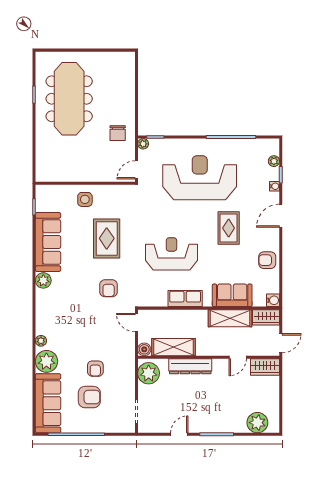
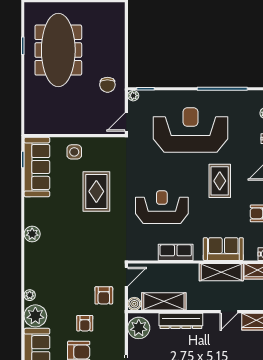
sofa: (48, 242) -> (37, 167), moved
armchair: (109, 288) -> (104, 295), moved
door: (136, 323) -> (126, 277), swing flipped

